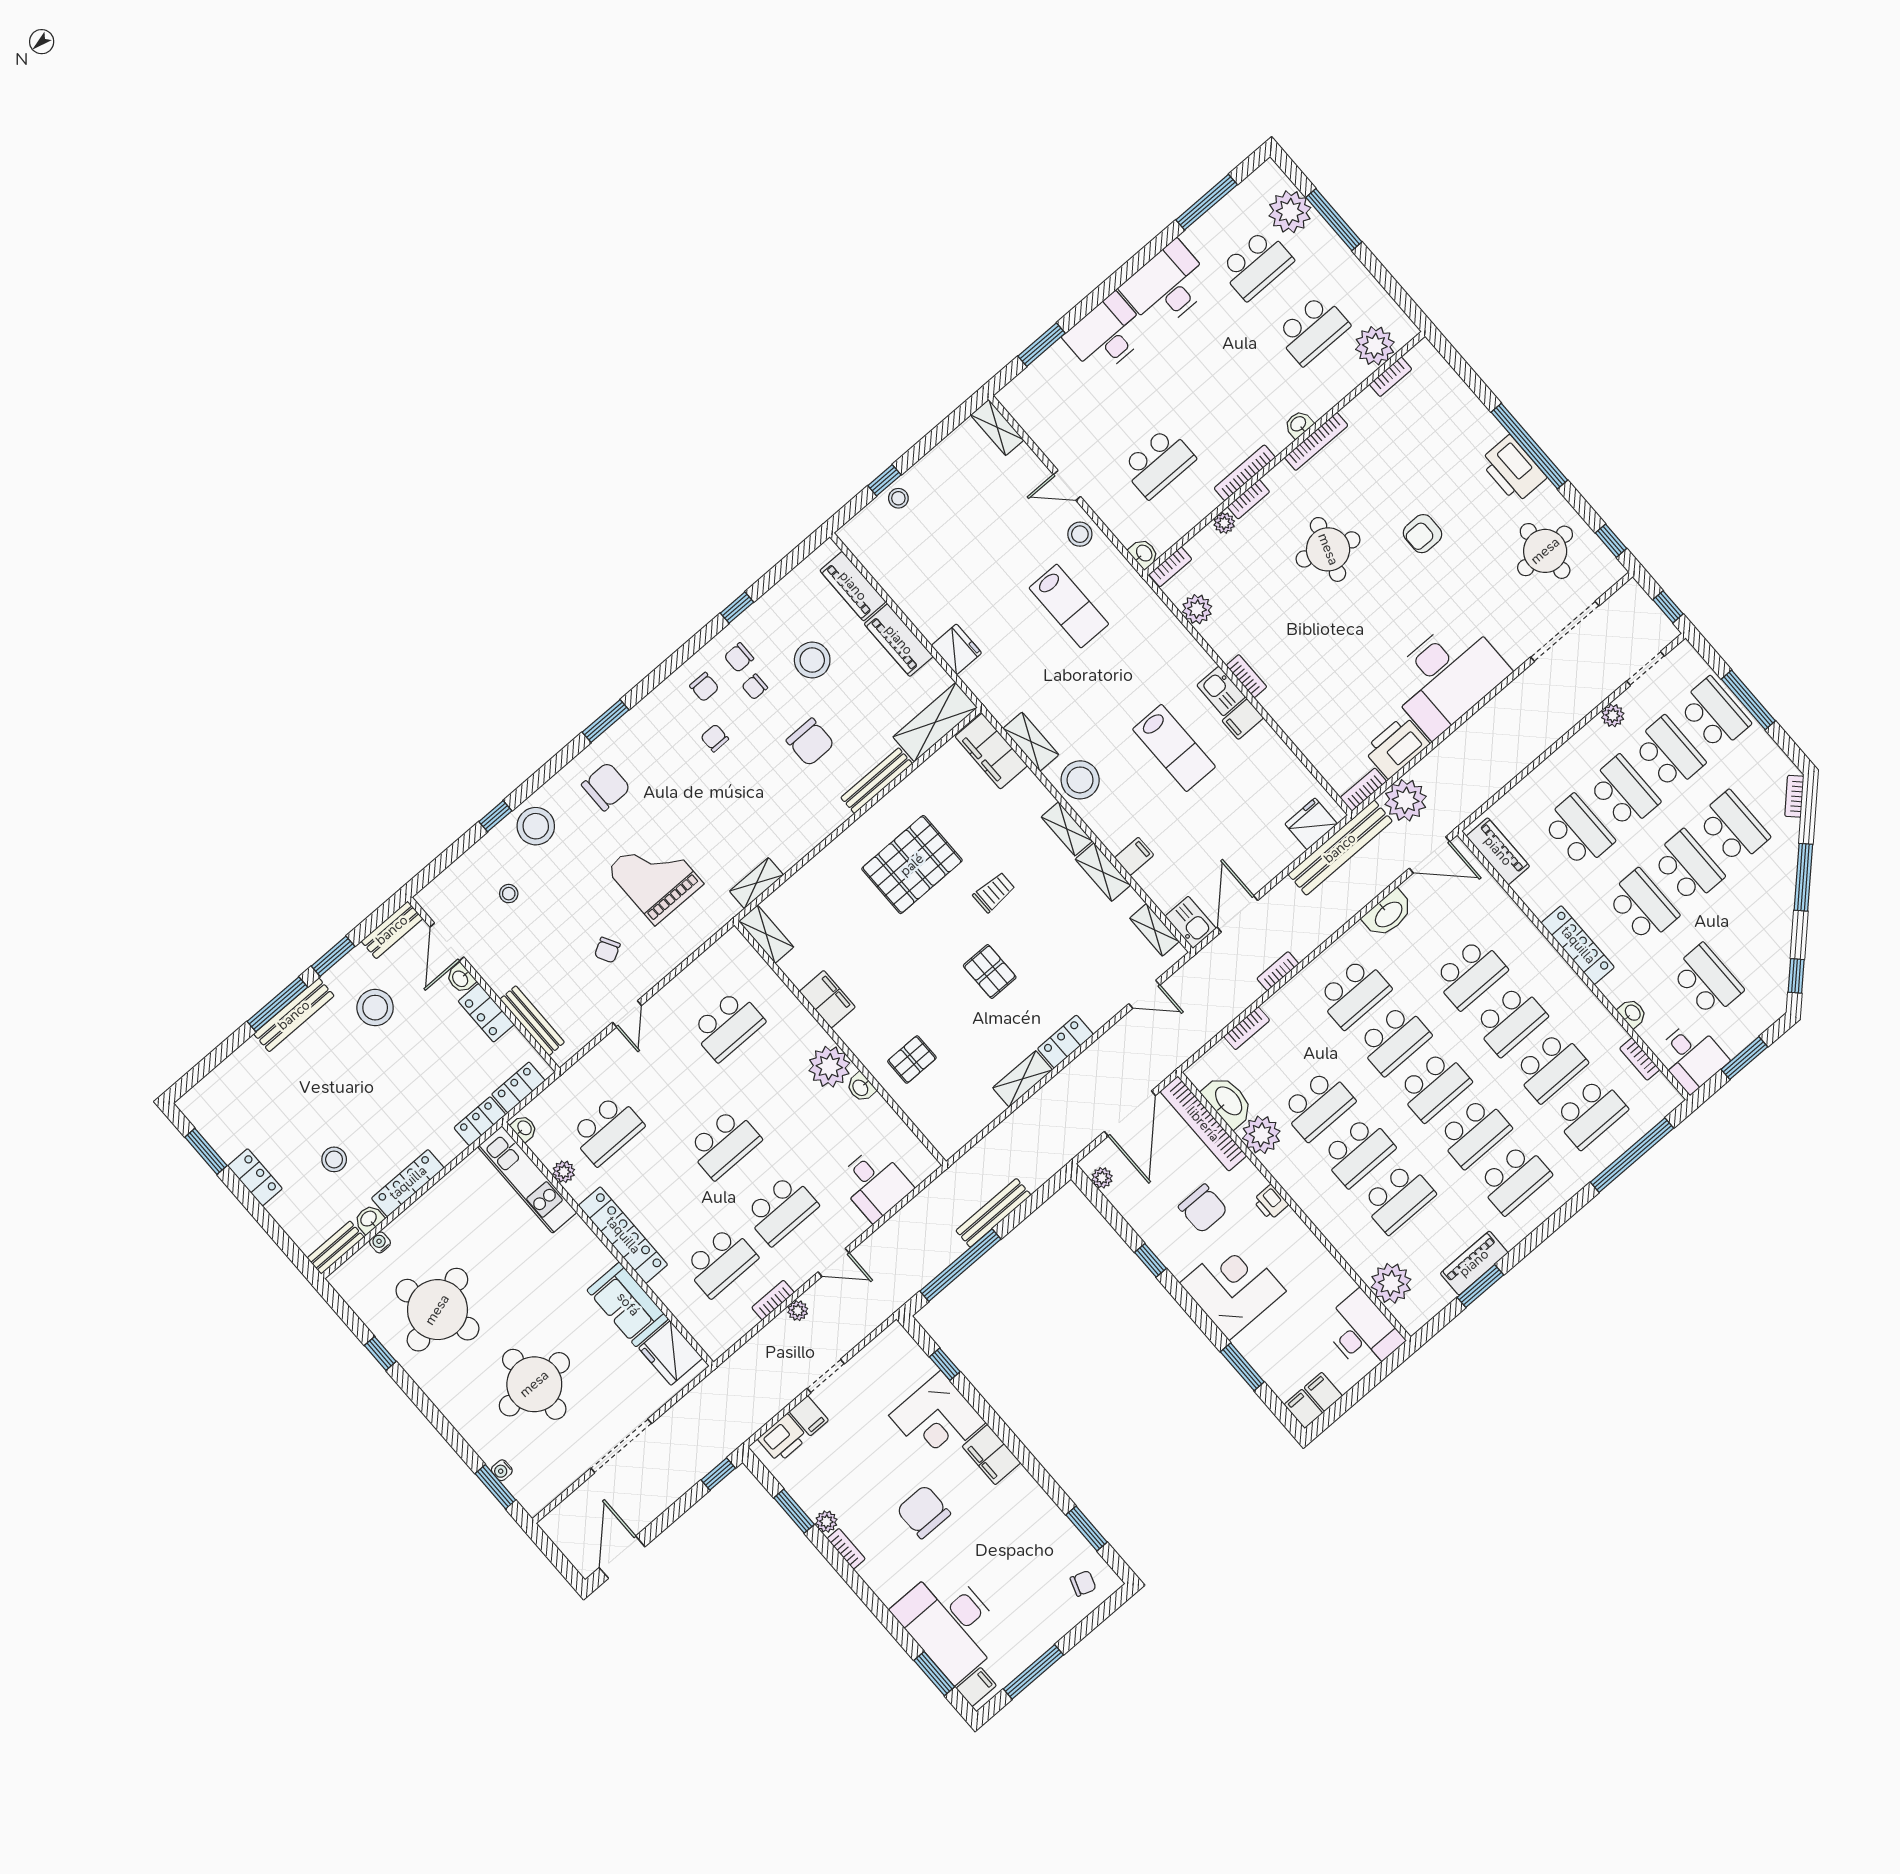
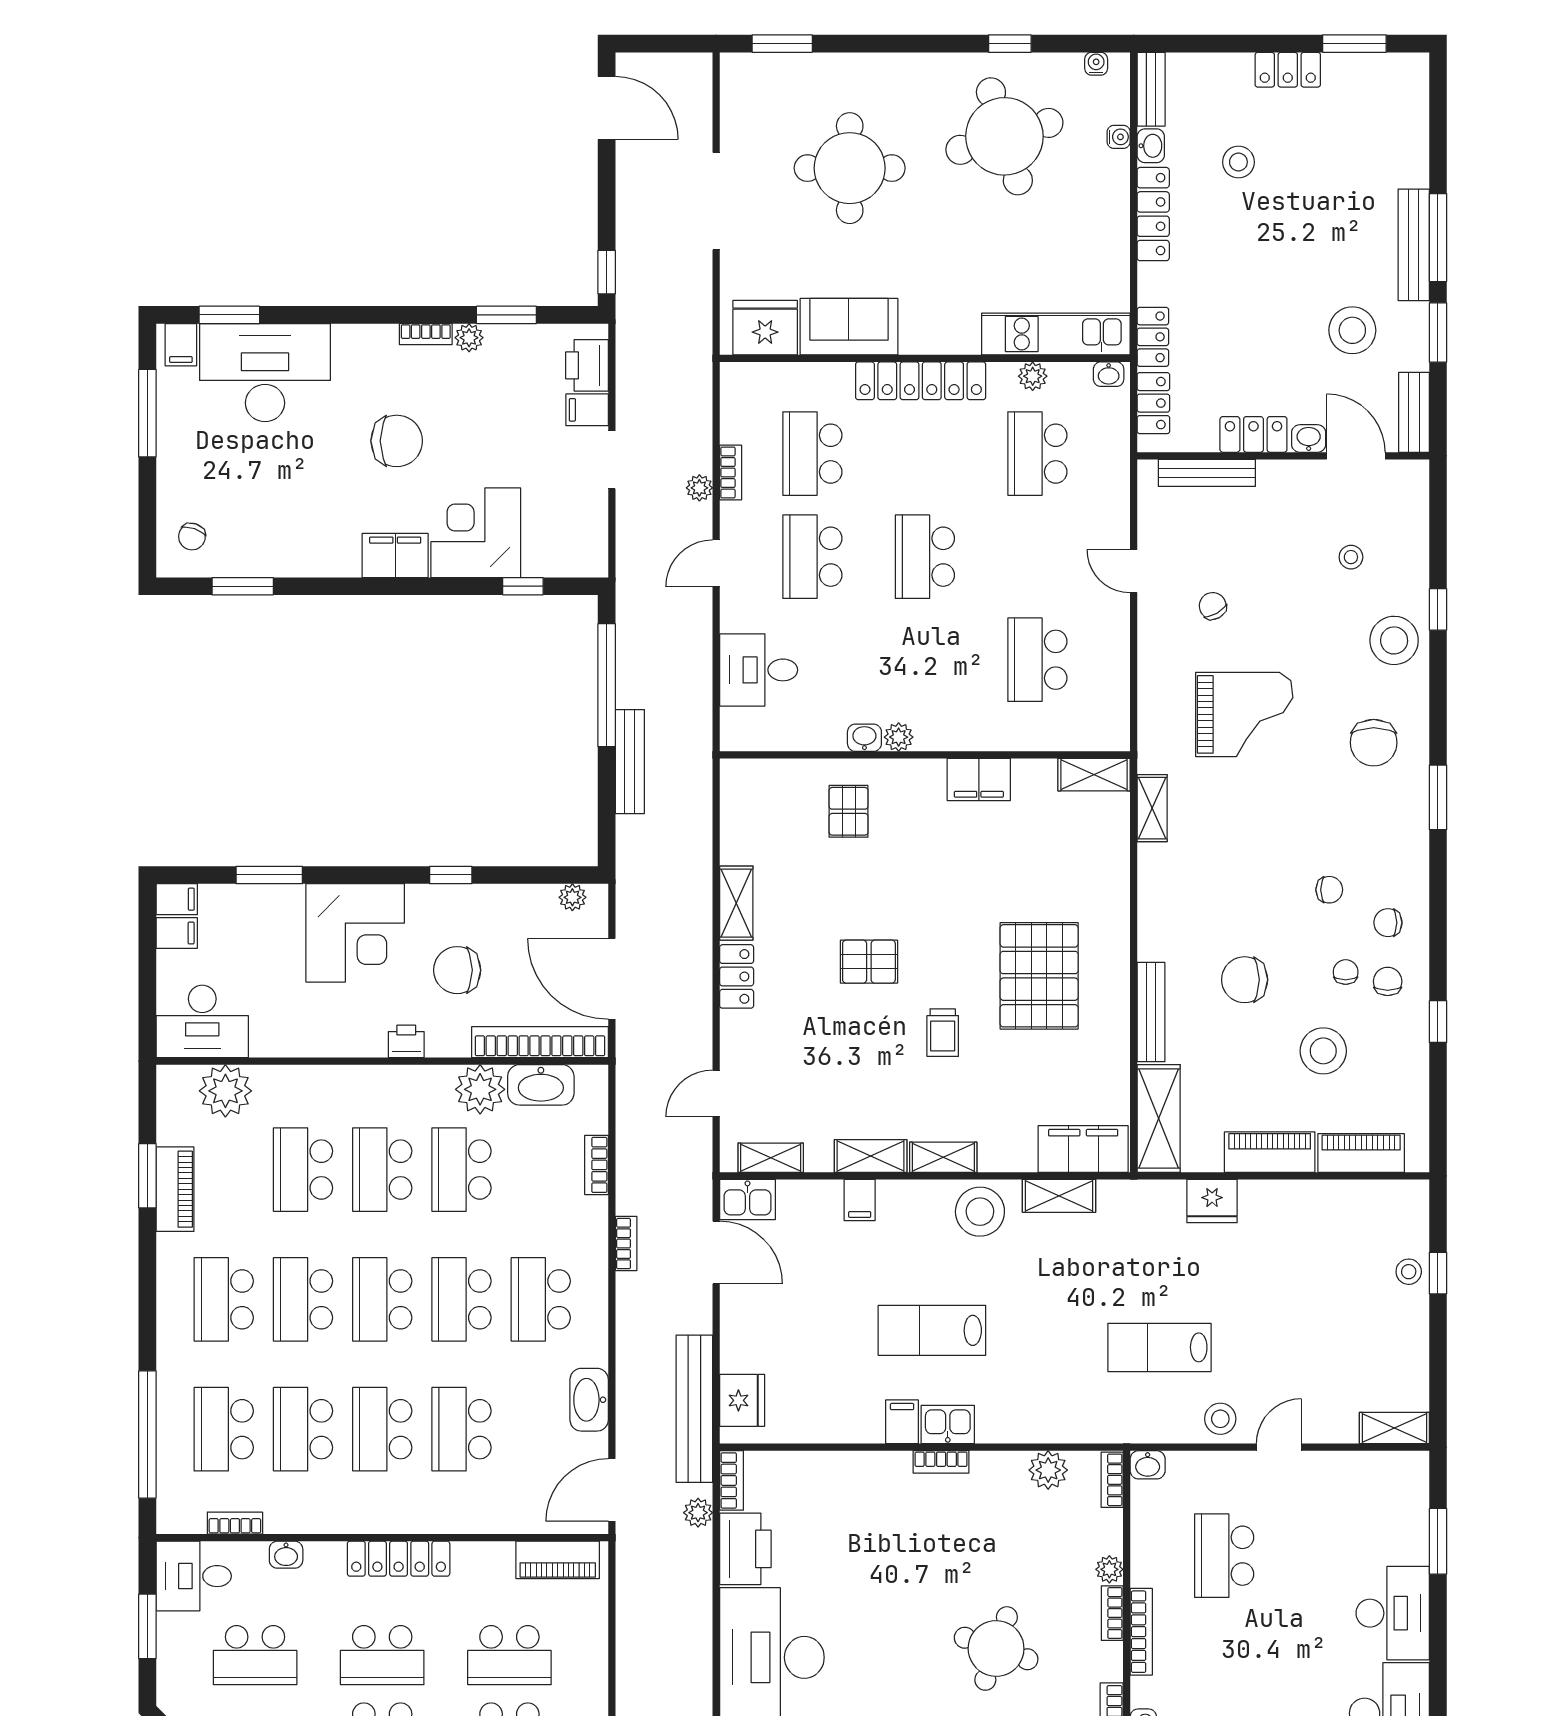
plant: (1406, 800) -> (698, 1513), width x0.53, depth x0.53
plant: (829, 1067) -> (899, 737), width x0.53, depth x0.53
water cooler: (502, 1470) -> (1096, 64), moved

